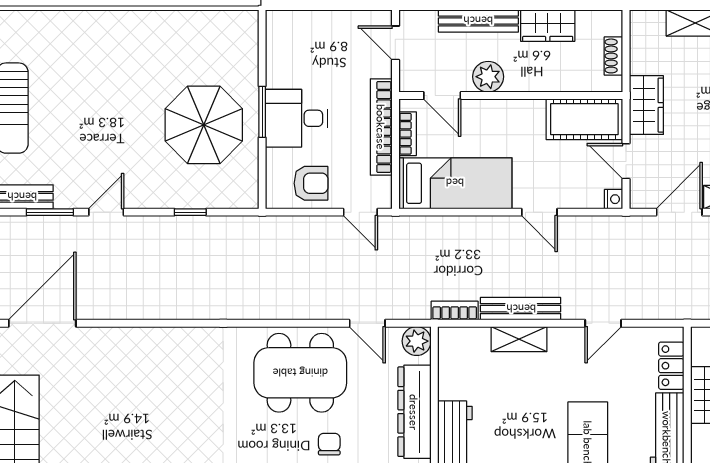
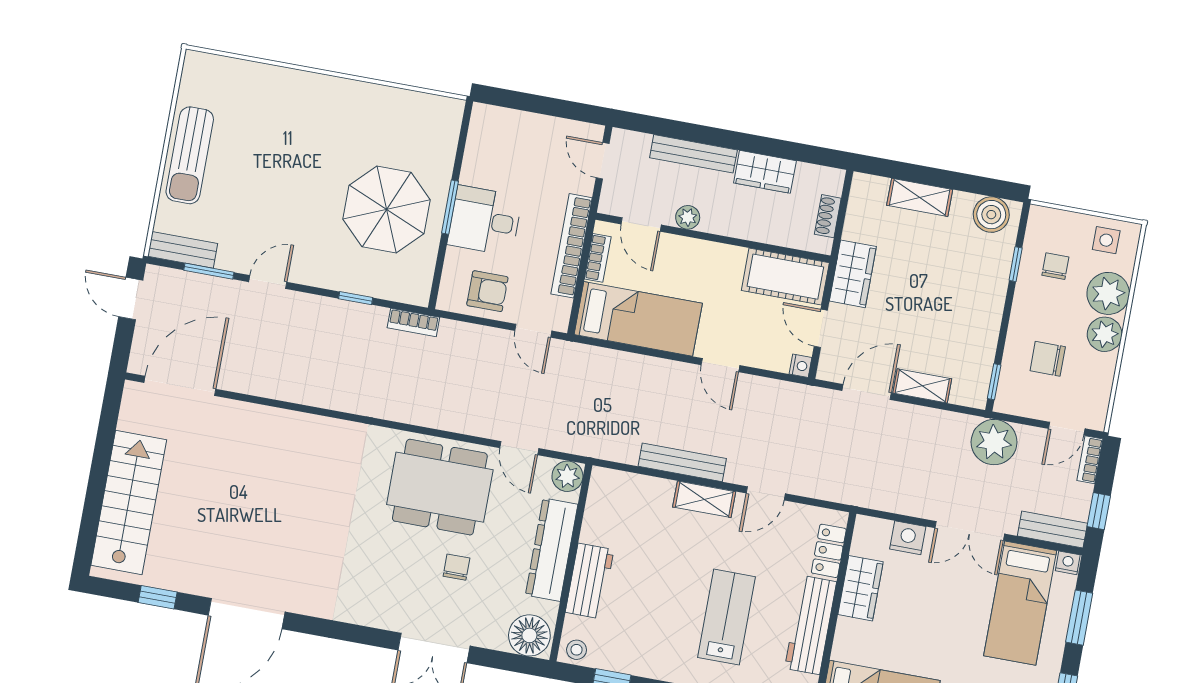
plant: (488, 77) -> (688, 217), width x0.73, depth x0.73
bookcase: (455, 311) -> (413, 322), moved, turned 180
shelving: (519, 339) -> (704, 499), moved

